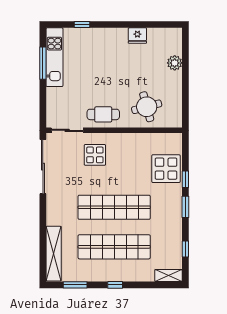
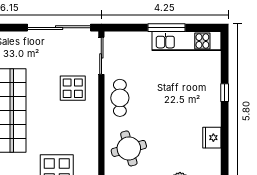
window: (82, 24) -> (225, 93), moved
window: (43, 63) -> (166, 28), moved

